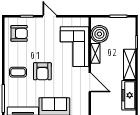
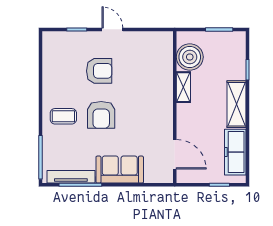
armchair: (19, 33) -> (99, 71), moved
corner sofa: (74, 47) -> (151, 77), removed
door: (90, 82) -> (175, 154), moved

